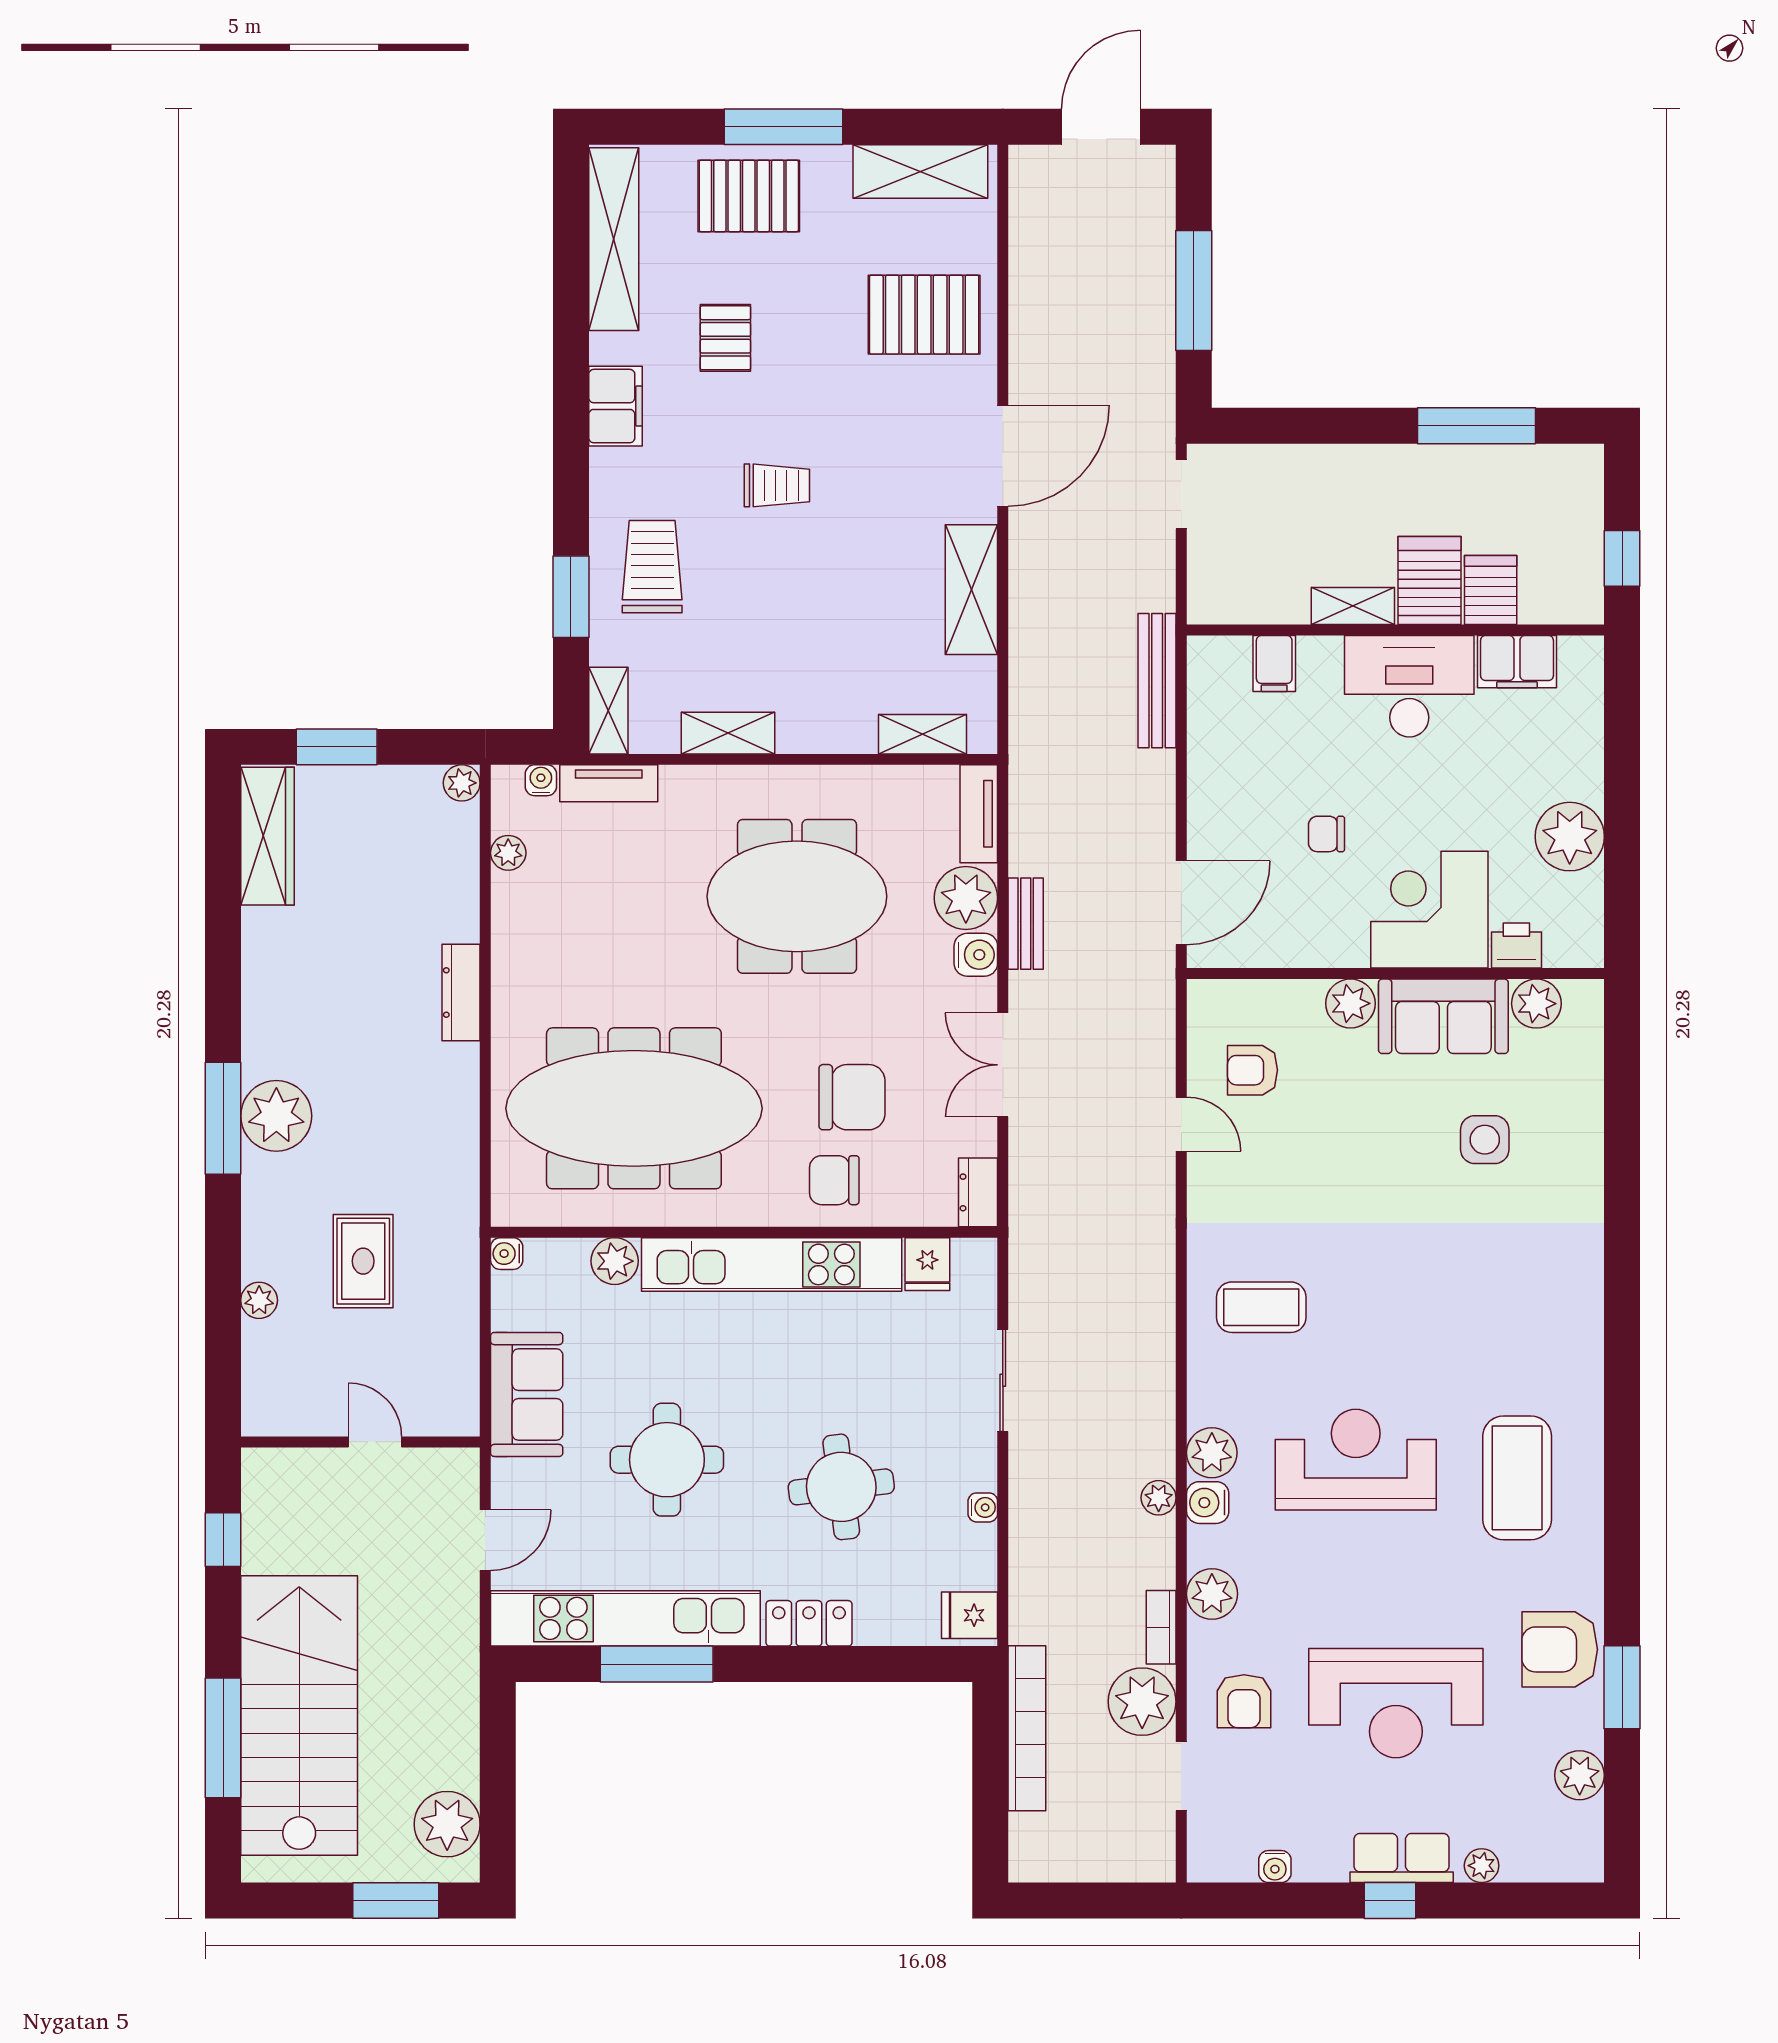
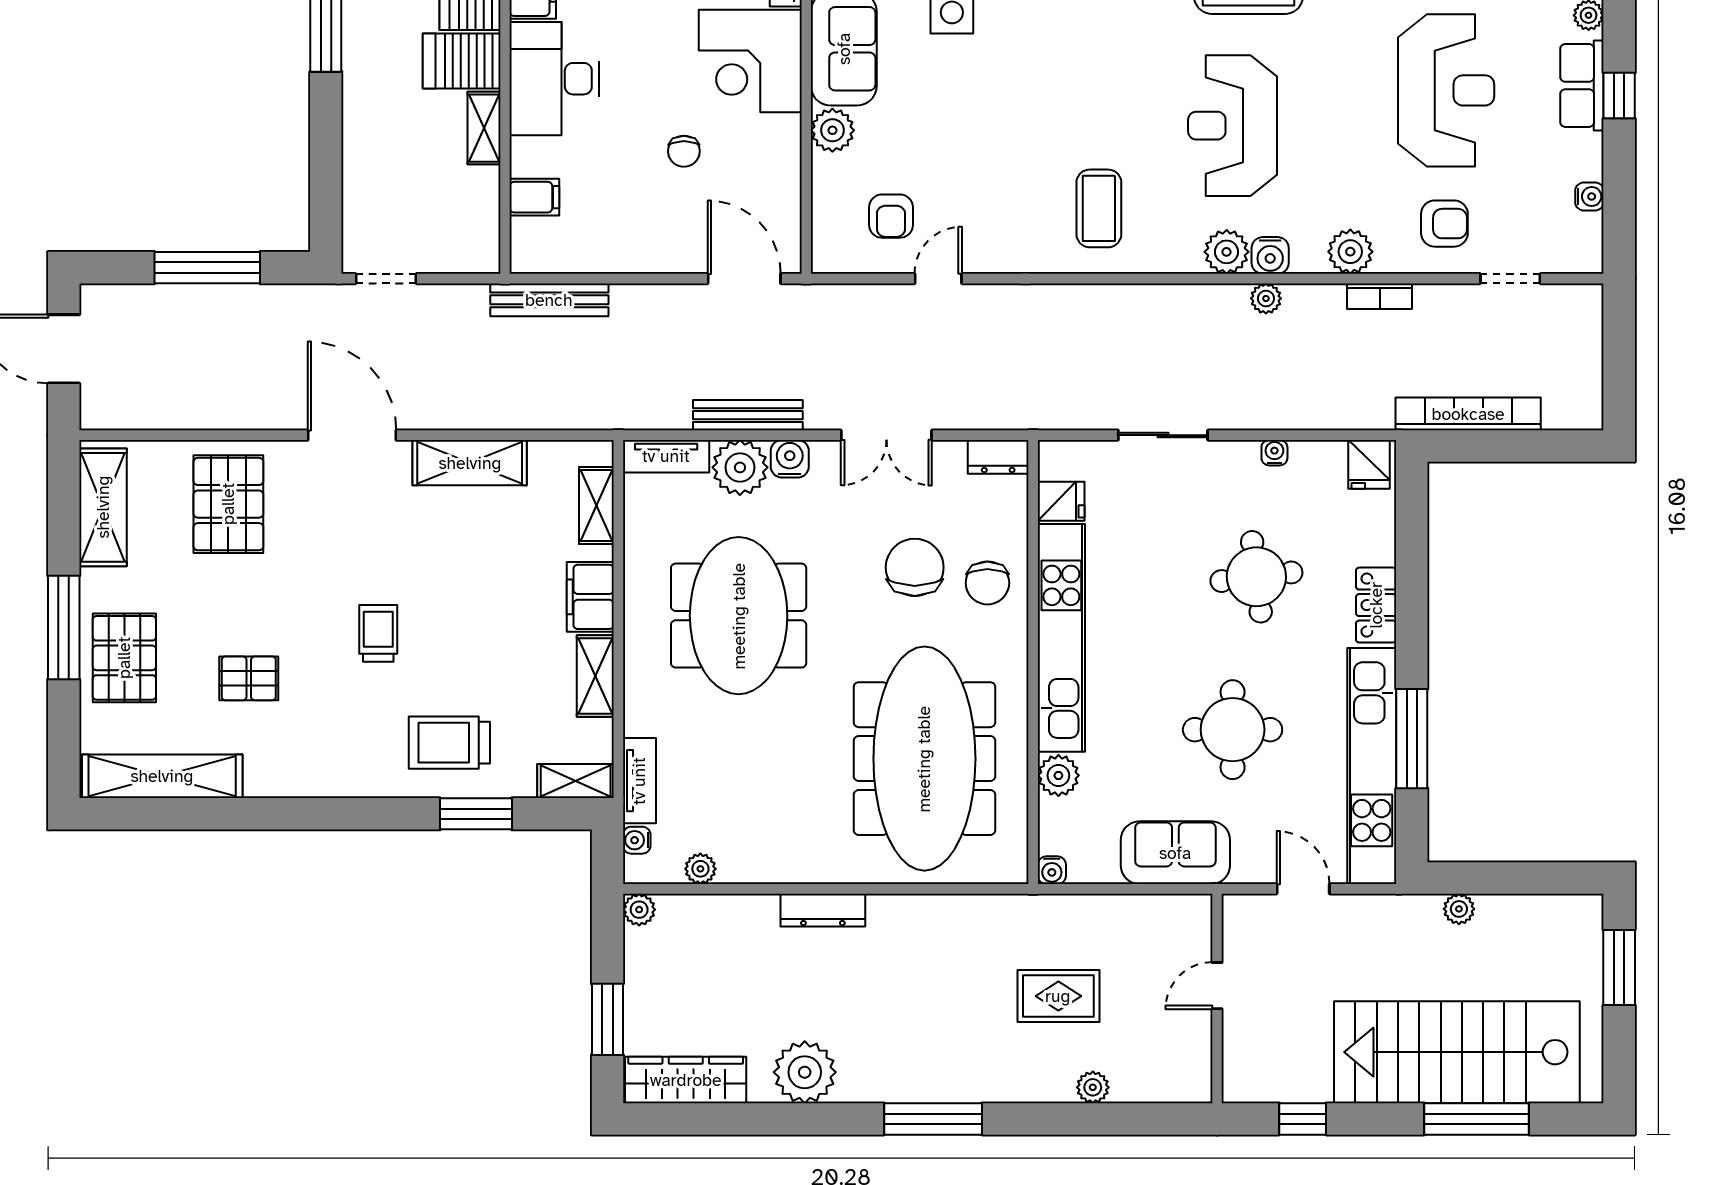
filing cabinet: (615, 406) -> (590, 597), moved, turned -90
bench: (1026, 924) -> (748, 415), width x1.36
plant: (276, 1116) -> (805, 1072), moved
plant: (1142, 1702) -> (1445, 313), removed
plant: (447, 1824) -> (1459, 909), moved, width x0.53, depth x0.53

